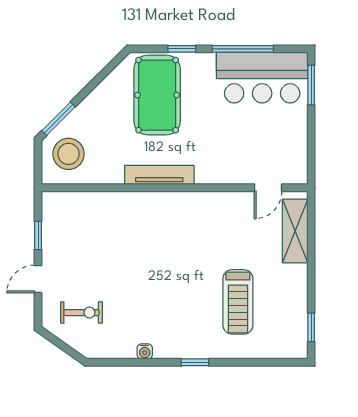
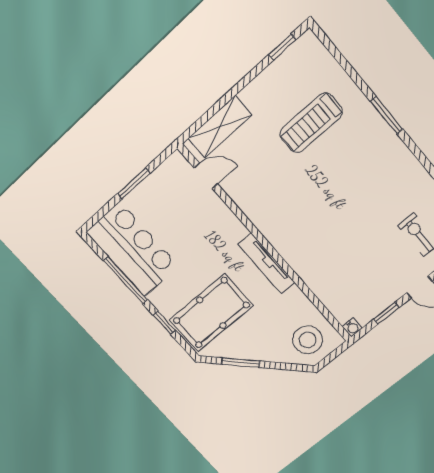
window: (311, 85) -> (134, 184), moved
window: (59, 119) -> (241, 363), moved
treadmill: (238, 302) -> (311, 123), turned 180
water cooler: (145, 351) -> (352, 327), moved, turned 90
window: (195, 362) -> (387, 115), width x1.50

